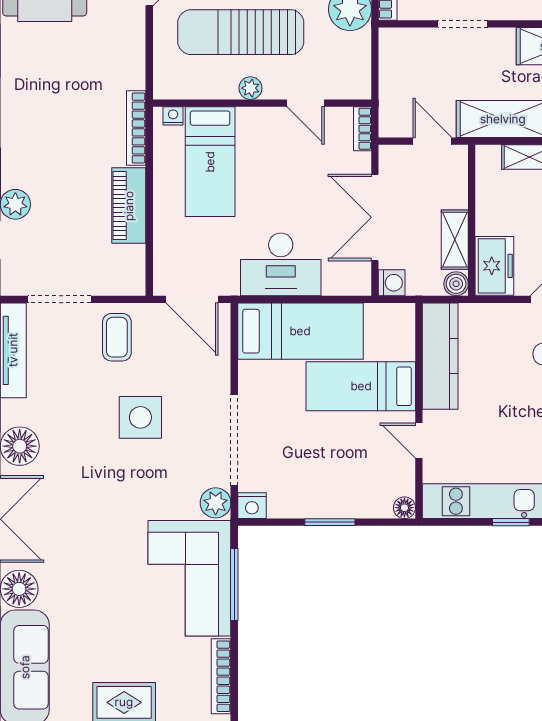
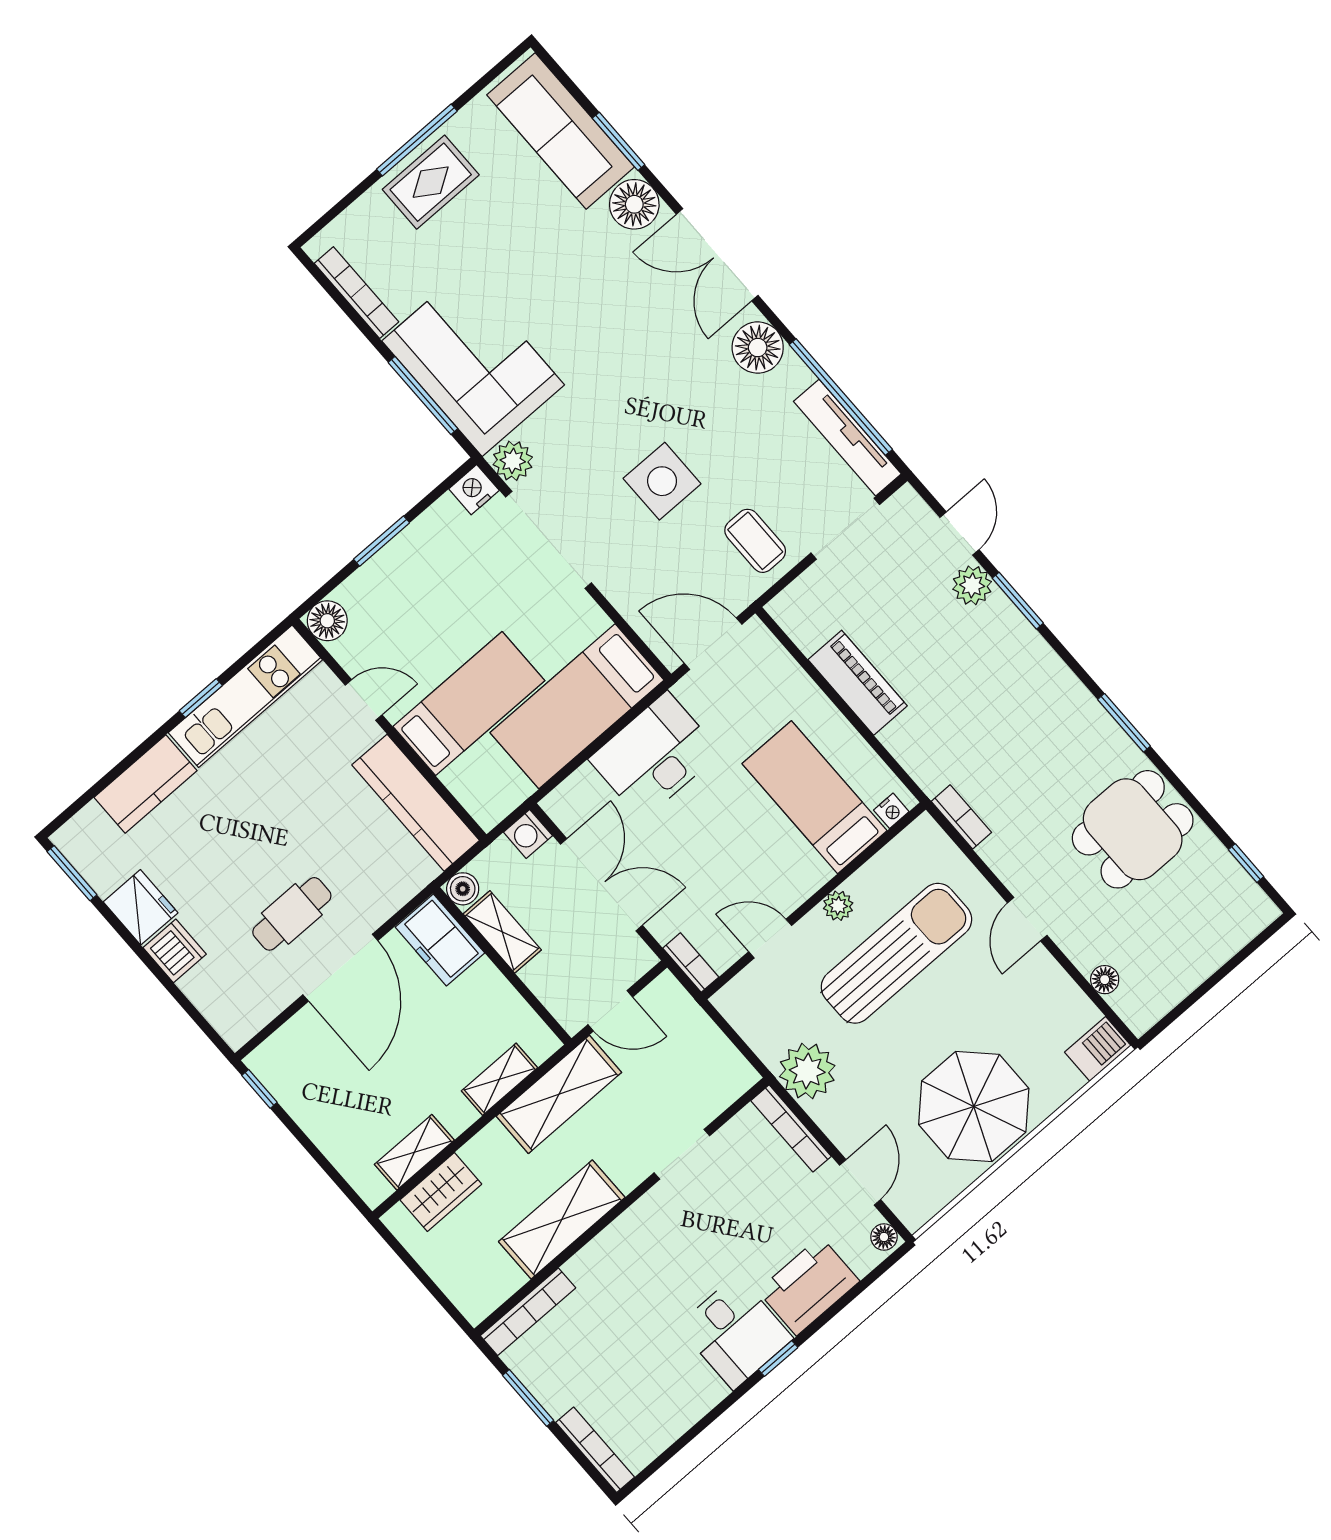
bookcase: (136, 128) -> (961, 817), moved, width x0.64
floor lamp: (404, 508) -> (327, 621), width x1.37, depth x1.37

